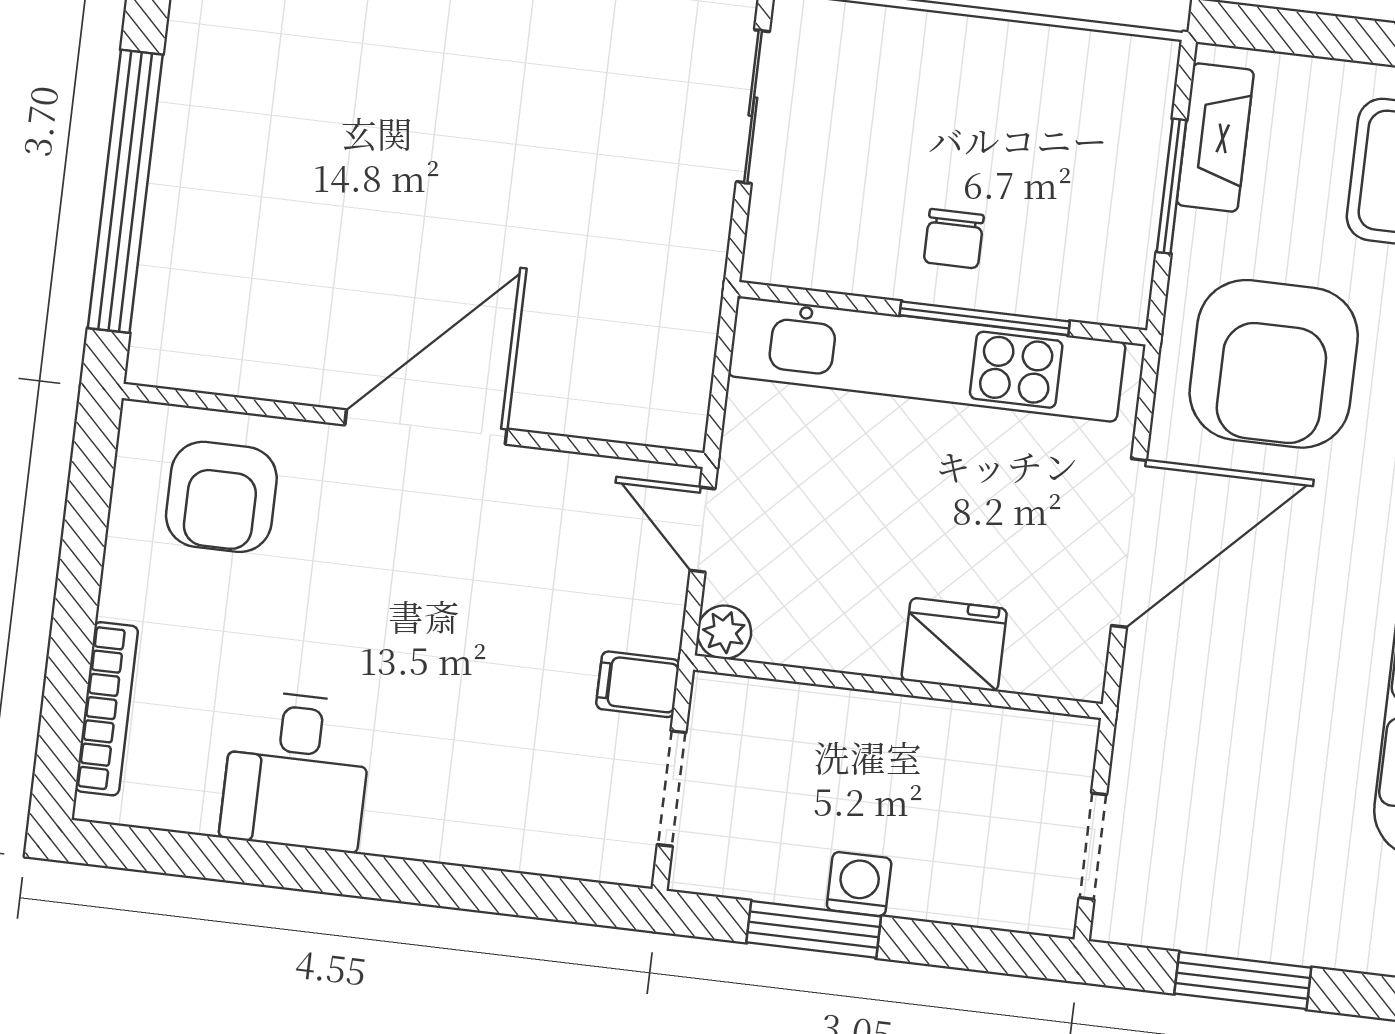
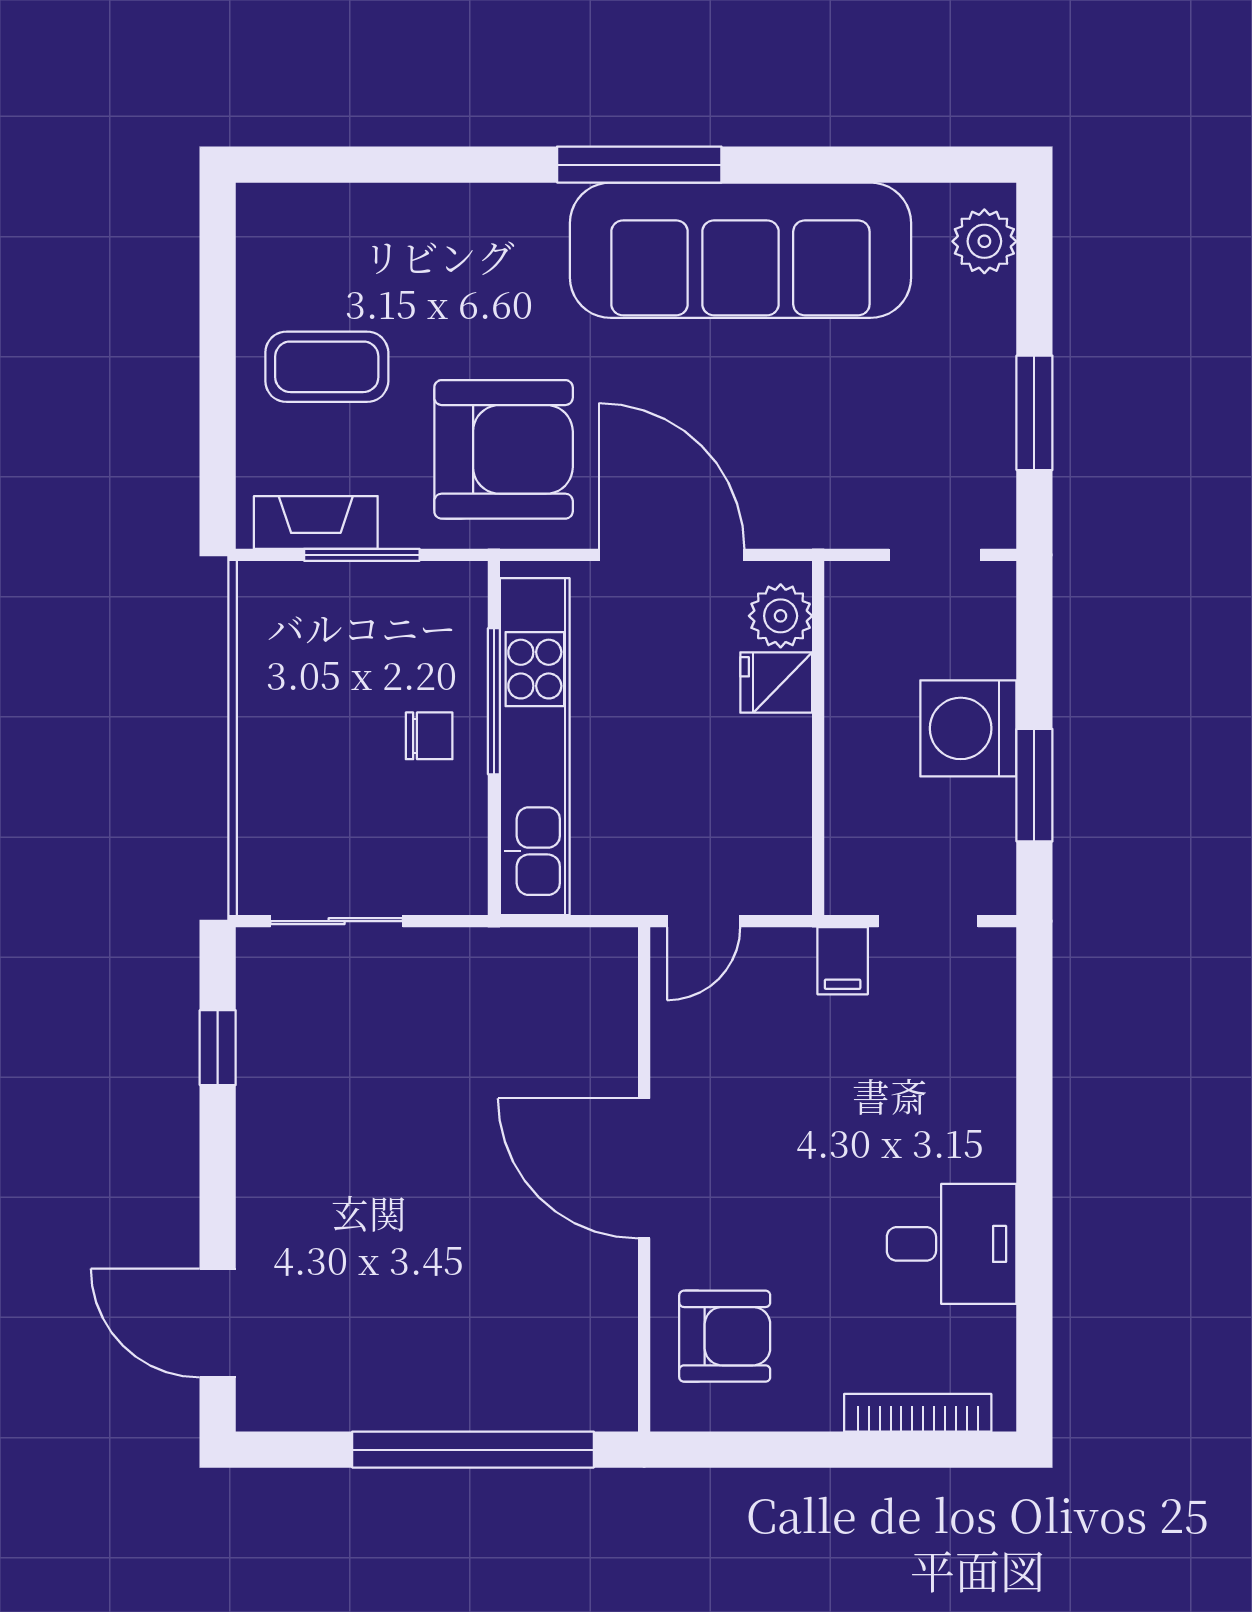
plant: (724, 632) -> (781, 616), moved, width x1.38, depth x1.38
fridge: (954, 645) -> (776, 682), width x0.72
washing machine: (859, 884) -> (968, 728), width x1.89, depth x1.89

